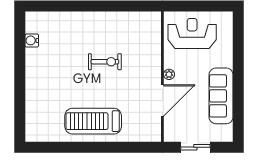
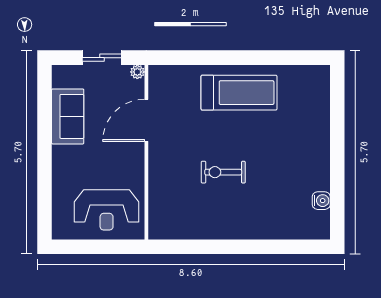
plant: (169, 74) -> (137, 72), moved
sofa: (221, 96) -> (68, 116), width x0.73

